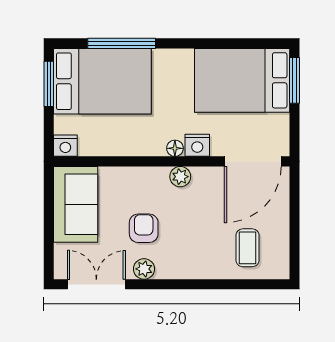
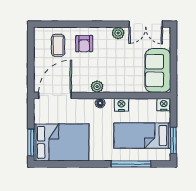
bed: (102, 81) -> (142, 136), width x0.67
nightstand: (197, 145) -> (121, 105), moved
armchair: (144, 228) -> (84, 44), moved

